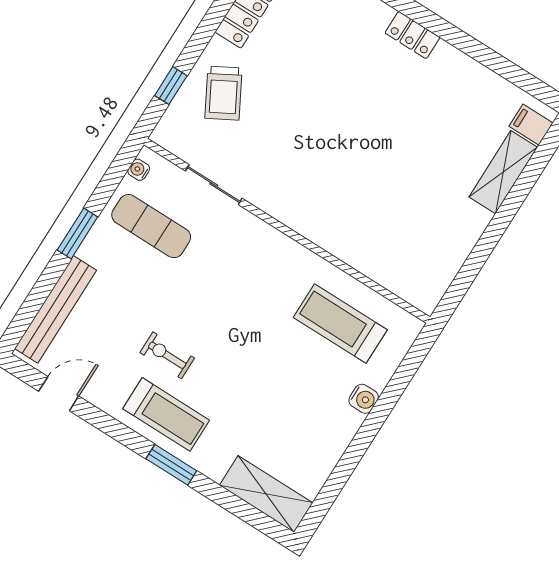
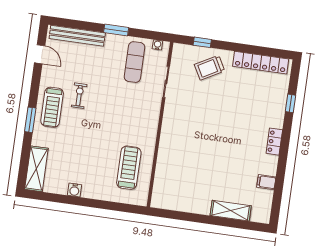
filing cabinet: (531, 125) -> (266, 182), moved, turned -90
water cooler: (364, 399) -> (74, 190), moved

